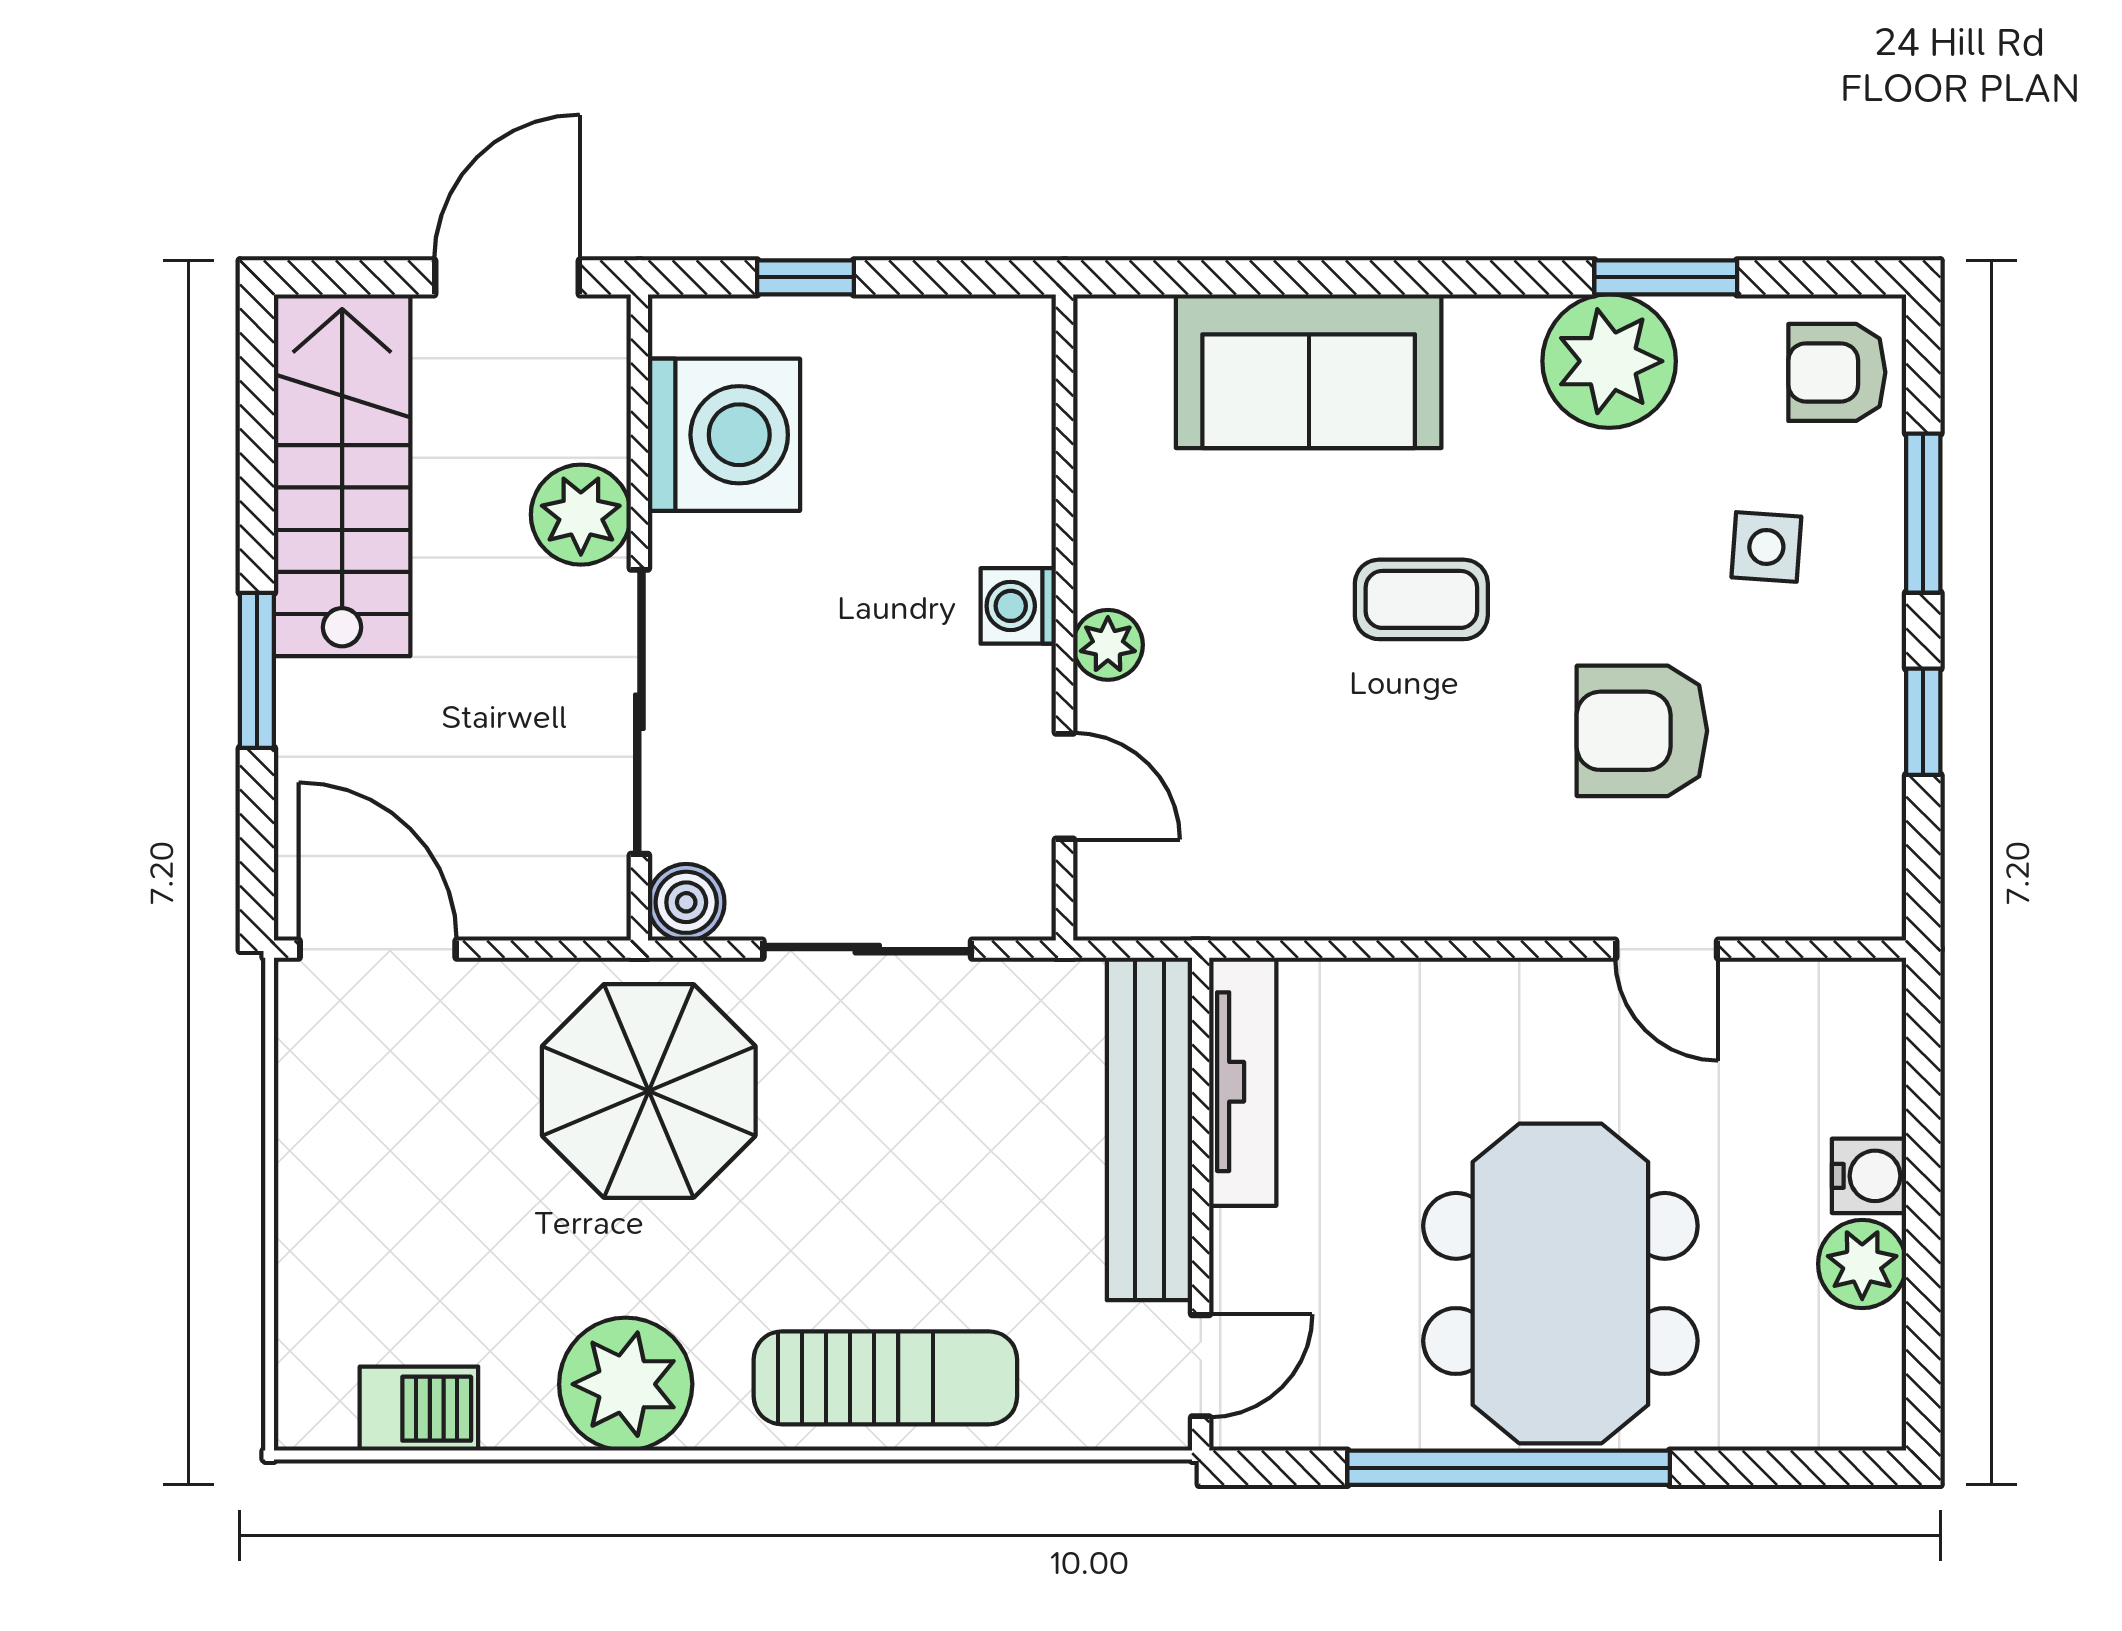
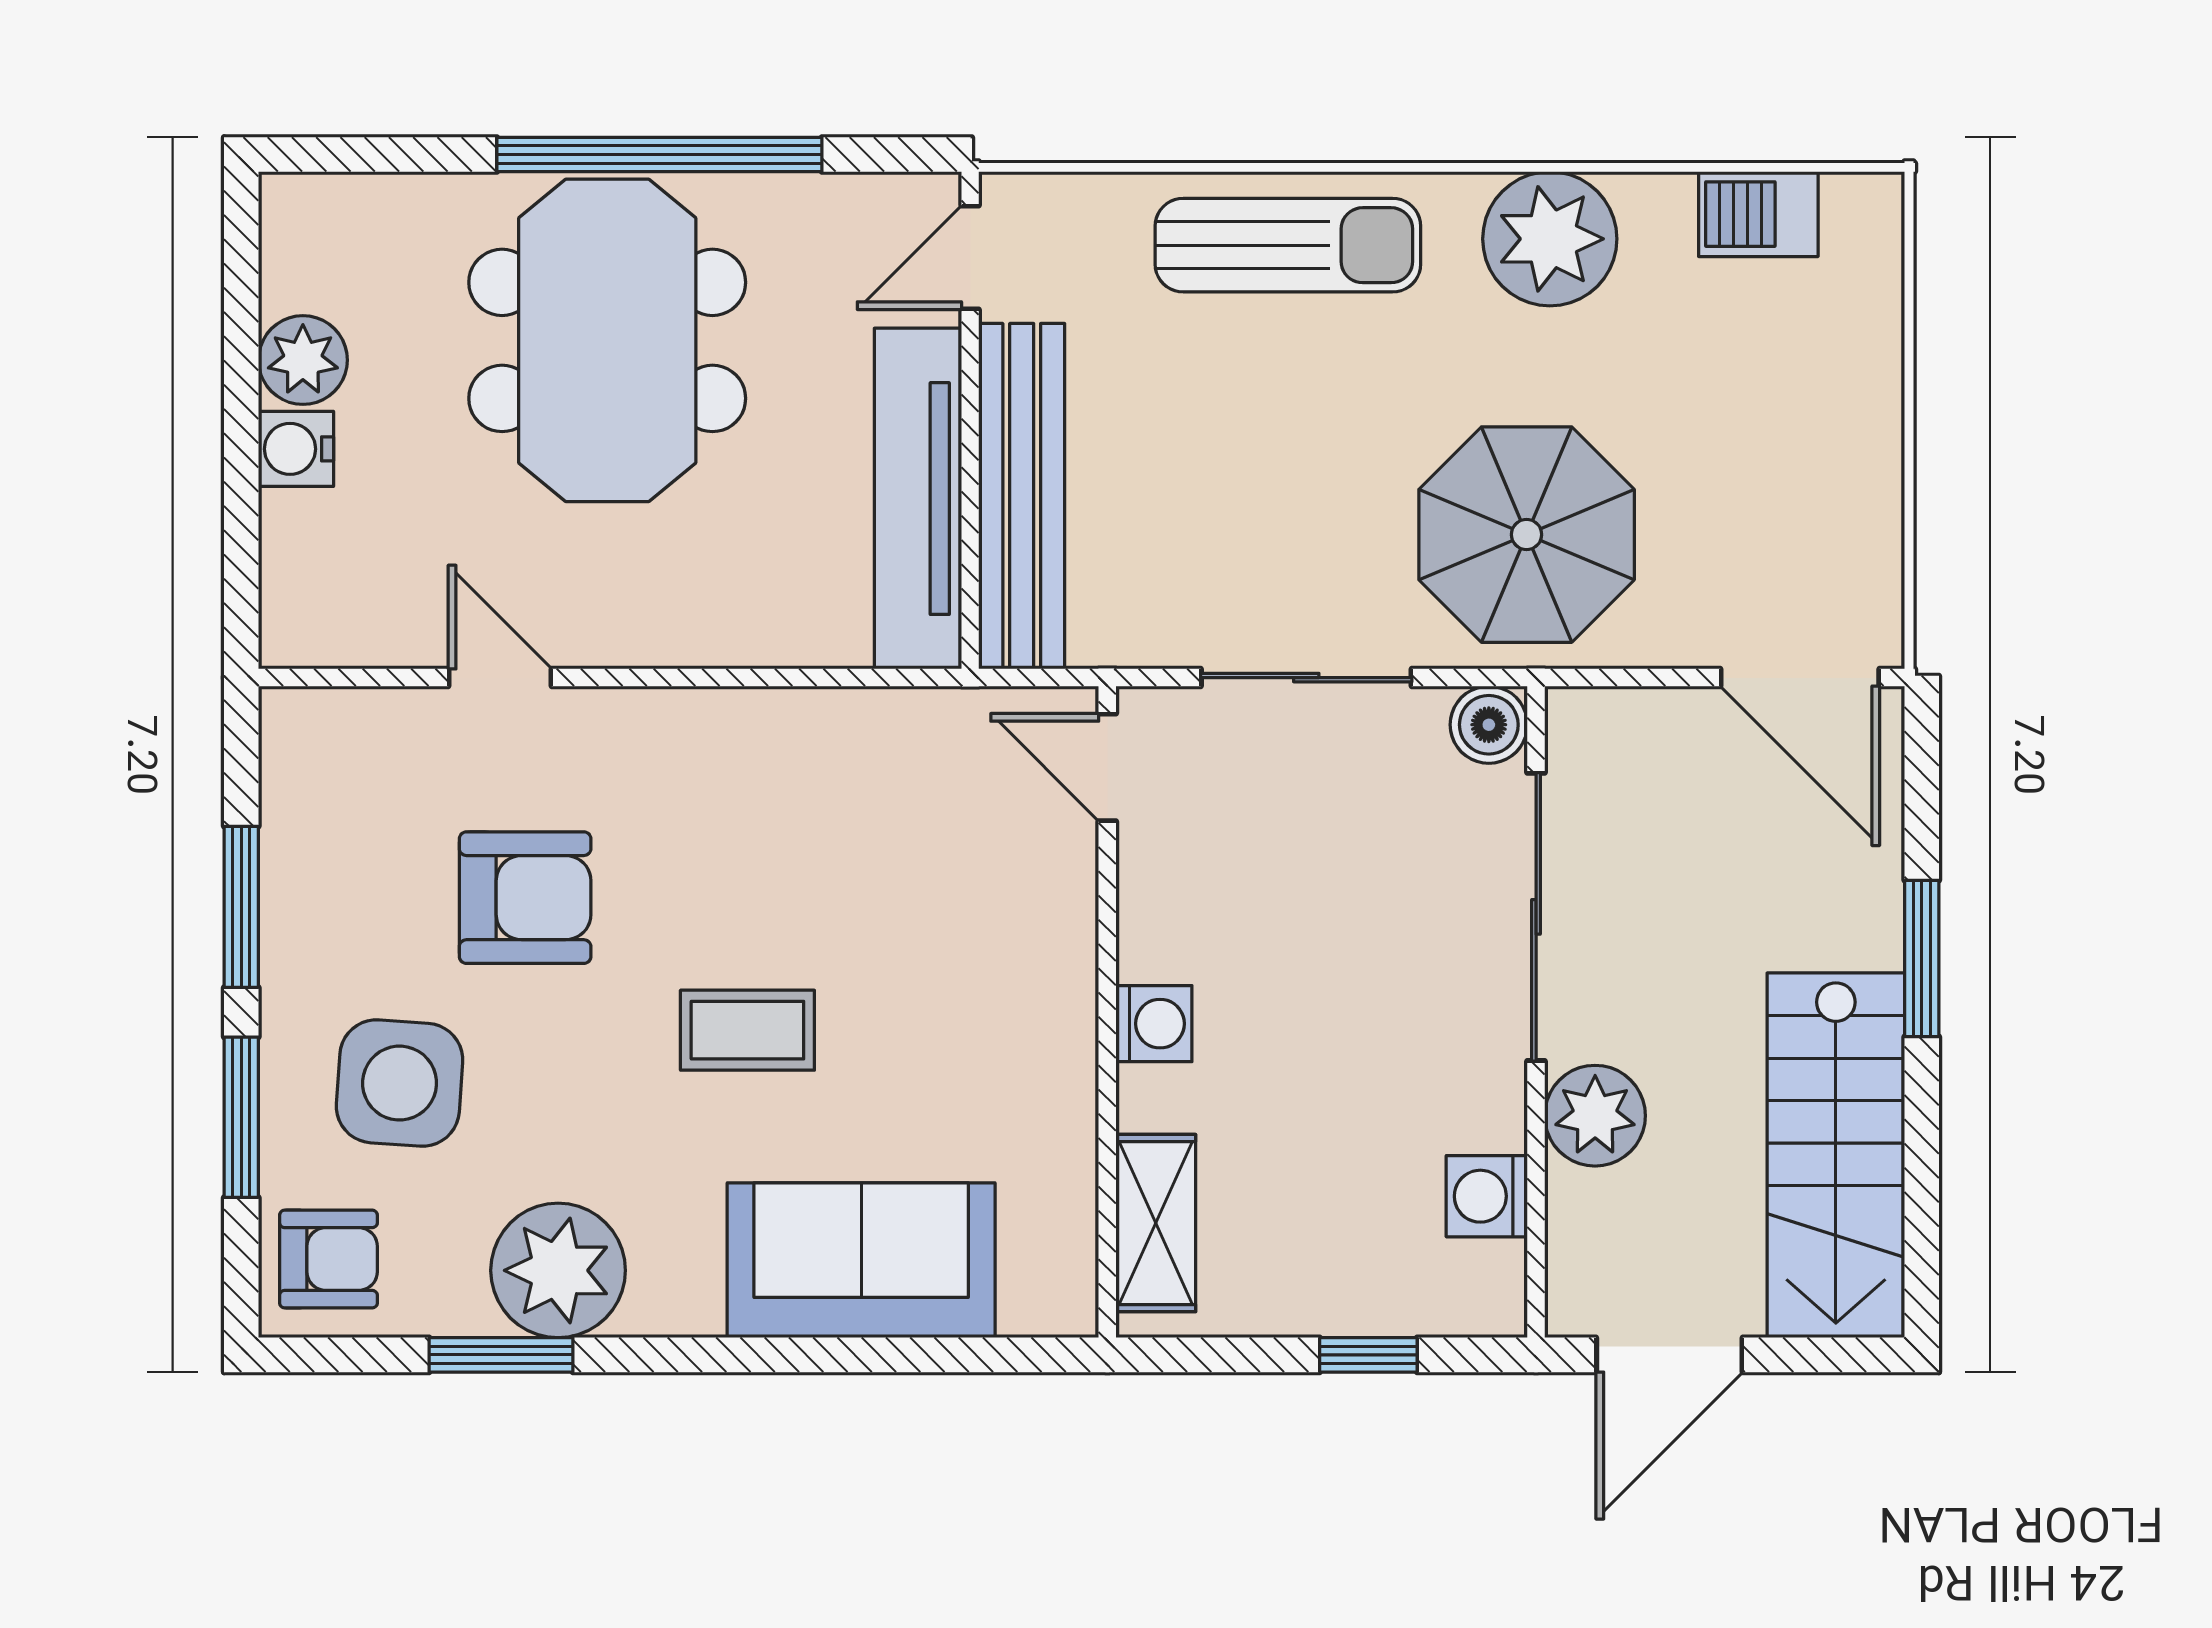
shelving: (1016, 408) -> (1156, 1223), added
washing machine: (724, 435) -> (1487, 1196), width x0.53, depth x0.53
side table: (1766, 547) -> (400, 1083), width x1.87, depth x1.87
plant: (1108, 645) -> (1064, 984), removed
window: (1923, 722) -> (241, 907), width x1.50
door: (1065, 786) -> (1107, 767), moved
tv unit: (1243, 1082) -> (918, 499), width x1.36, depth x1.29
sun lounger: (885, 1378) -> (1288, 245), turned 180

